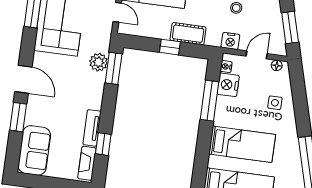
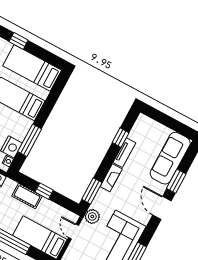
plant: (99, 62) -> (92, 216), moved
sofa: (34, 150) -> (170, 158), width x1.36
fireplace: (87, 163) -> (111, 178), moved

